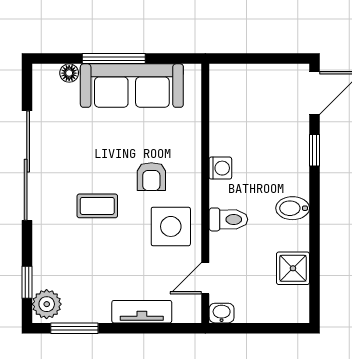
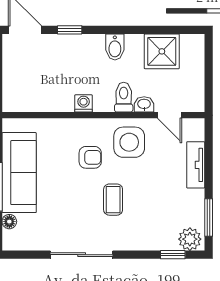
sliding door: (27, 166) -> (82, 255), width x0.73
shower: (293, 268) -> (162, 51), width x1.36, depth x1.36
washbasin: (222, 313) -> (144, 104), moved, turned 90

